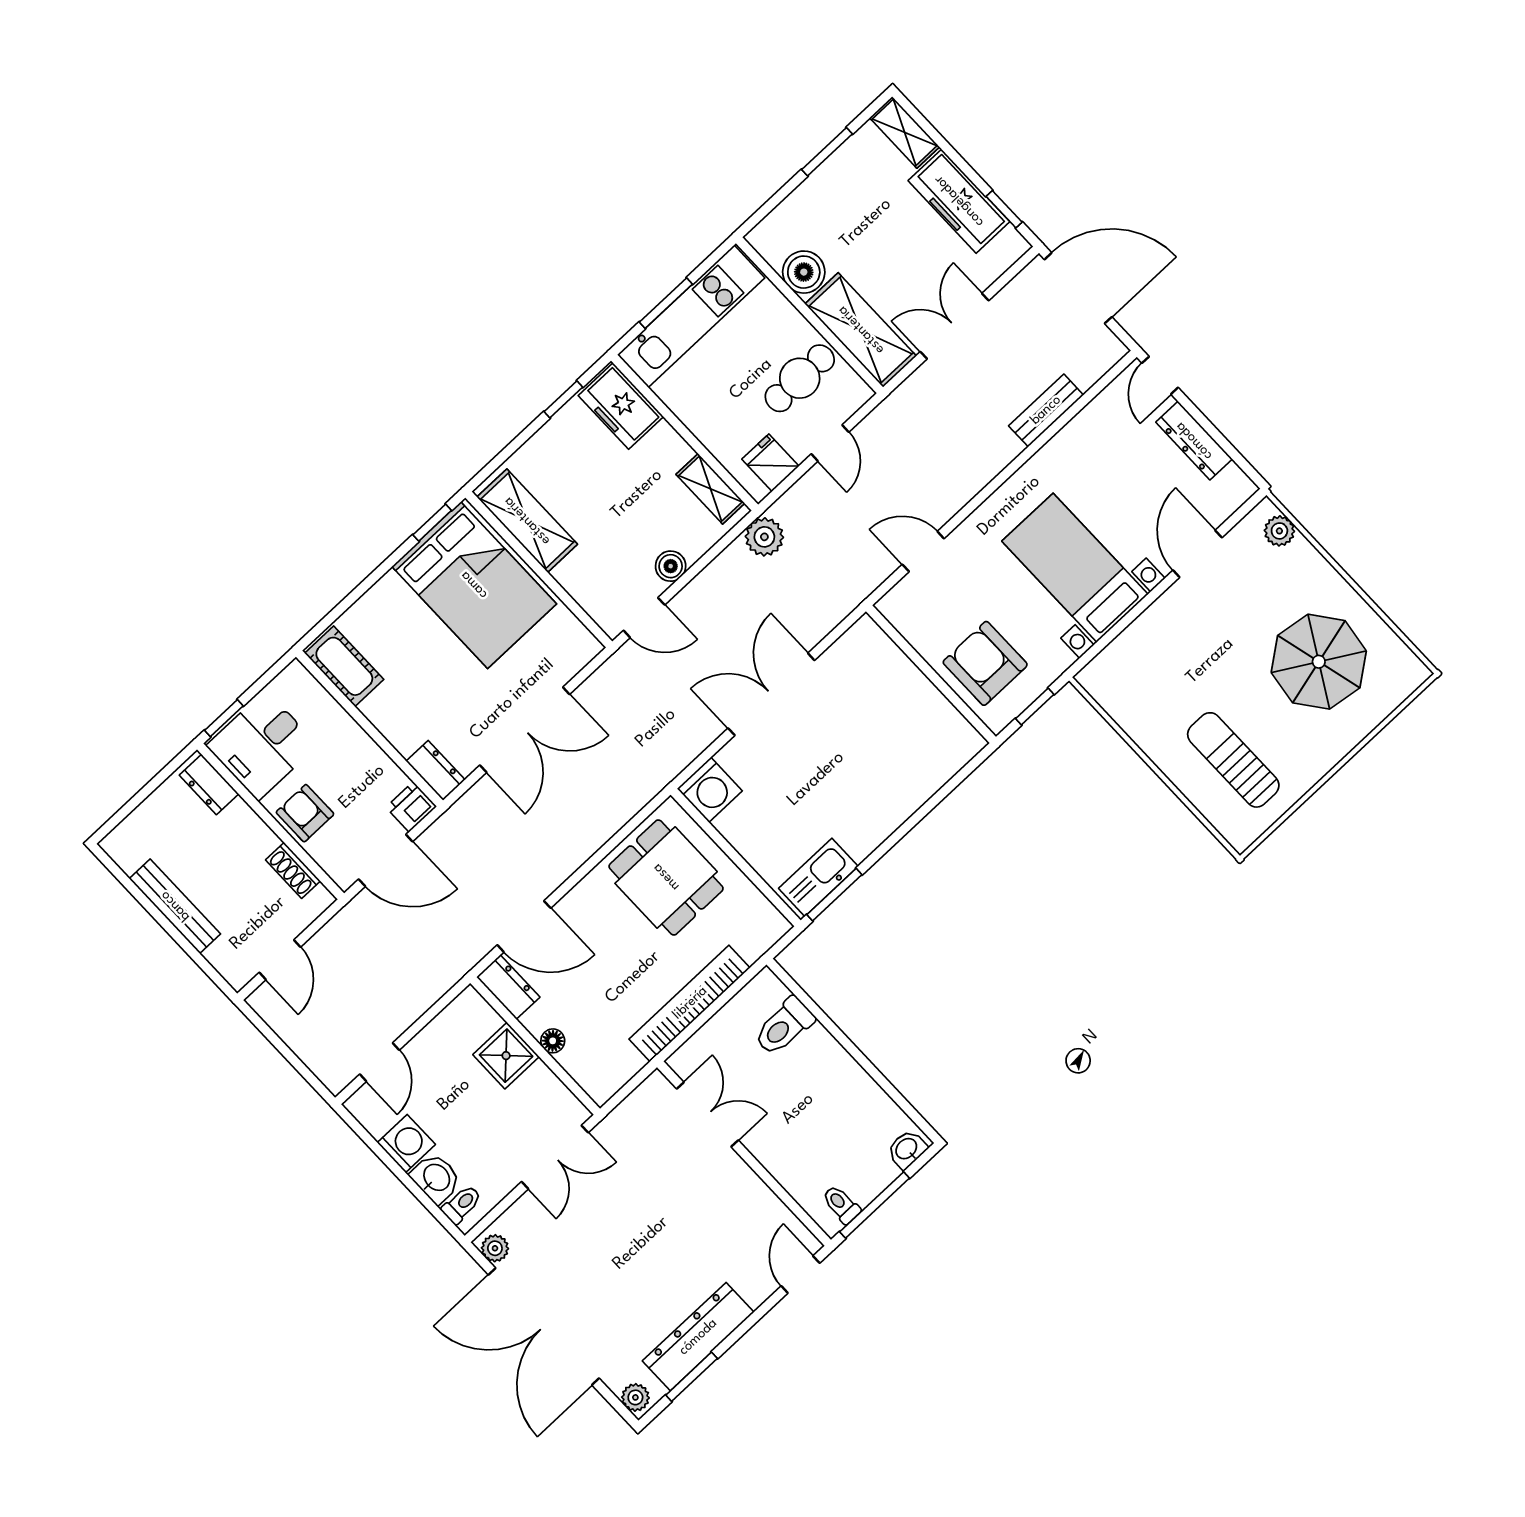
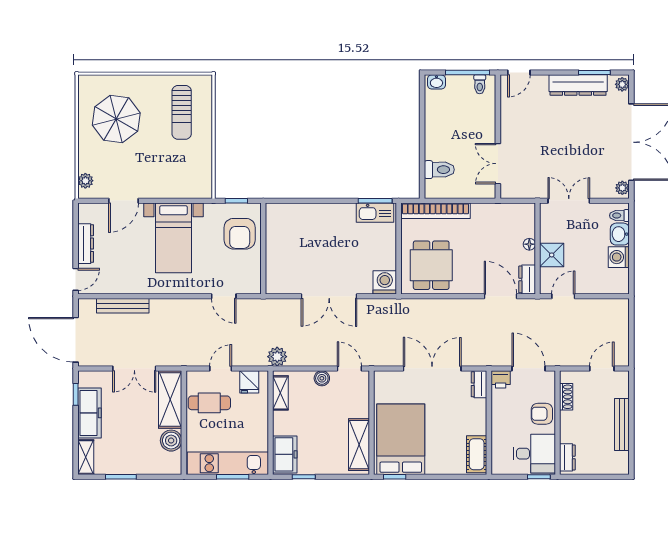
bench: (1046, 410) -> (123, 306), width x1.36
armchair: (305, 813) -> (542, 414), turned 90
bookcase: (690, 1003) -> (435, 211), moved
door: (380, 1062) -> (563, 296), moved

